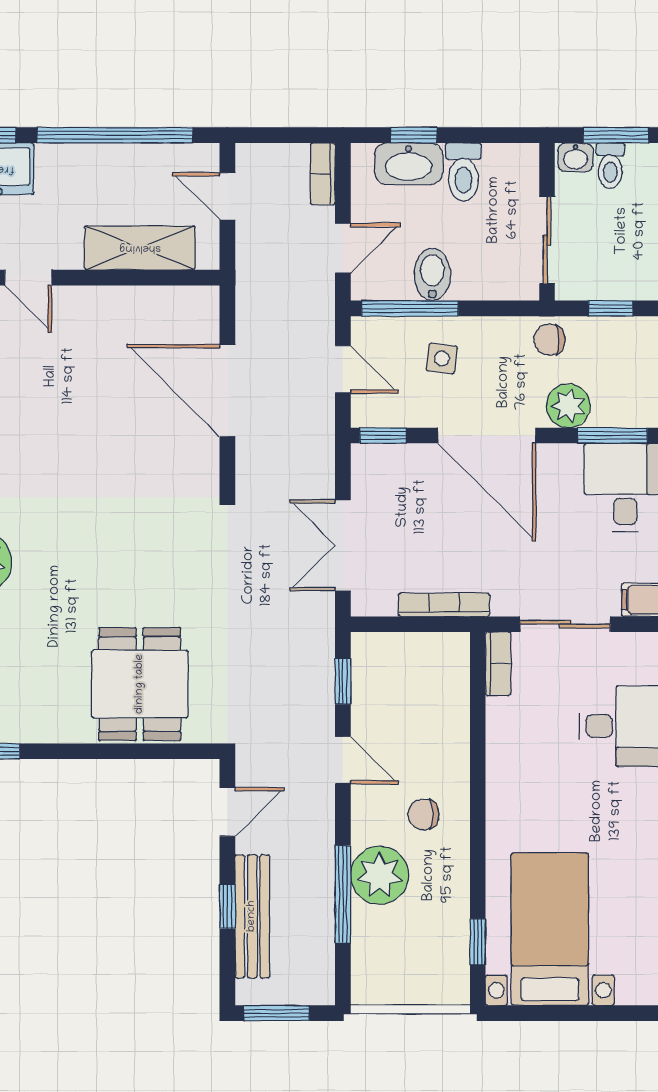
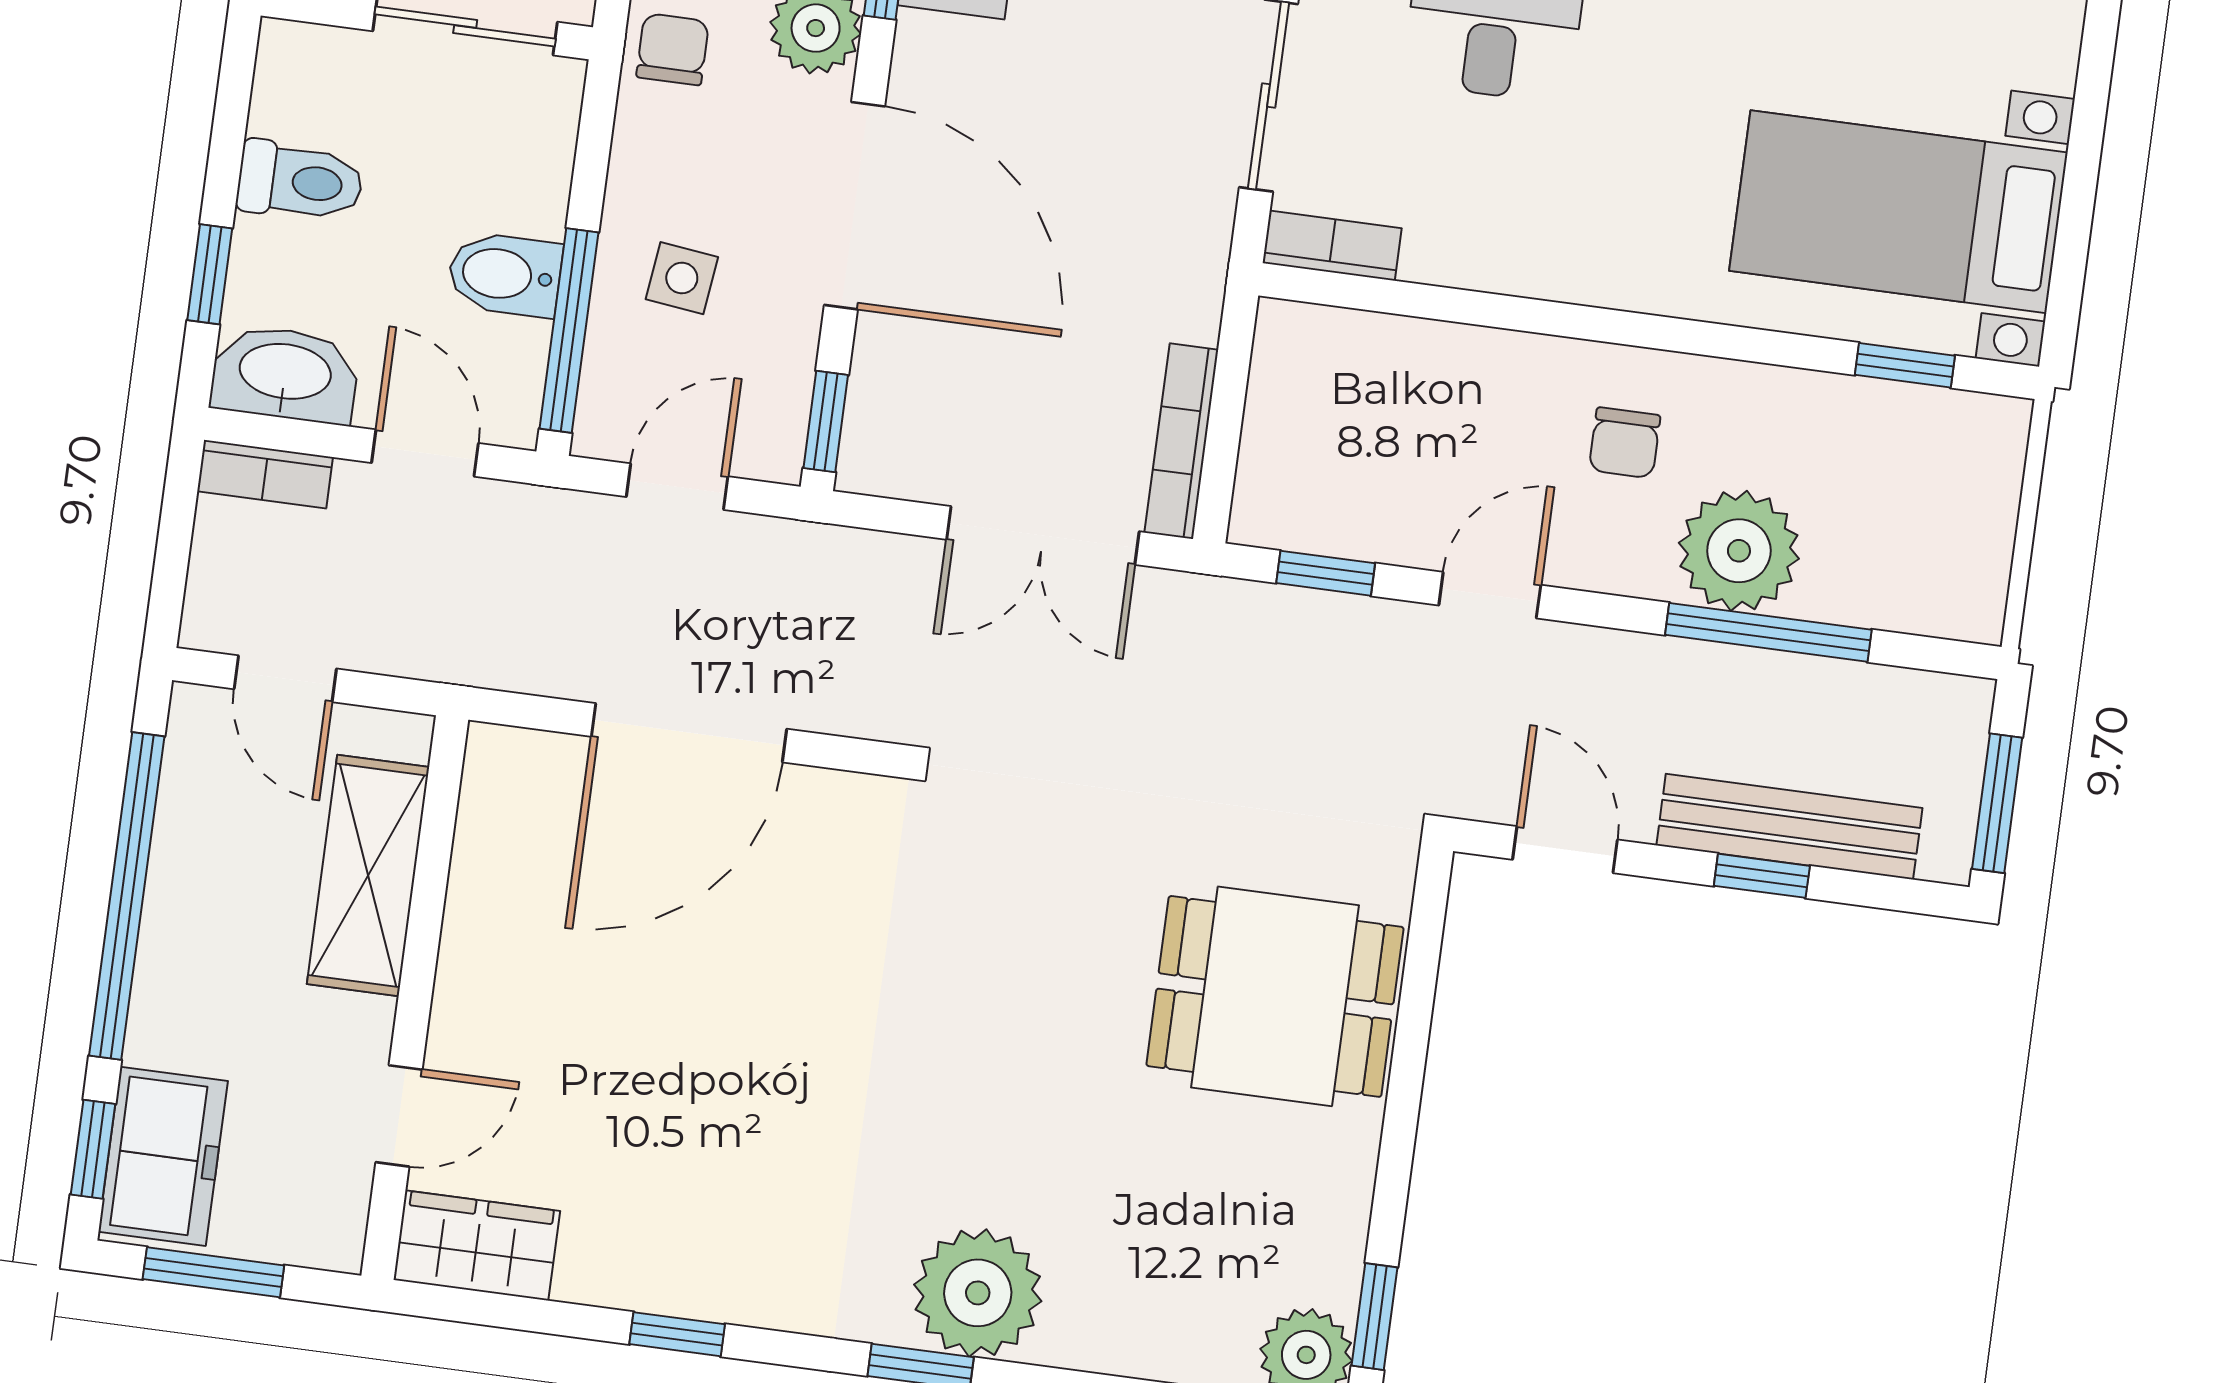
washbasin: (409, 164) -> (285, 374), moved, turned -90
door: (227, 196) -> (285, 679), hinge flipped
chair: (549, 340) -> (673, 49), turned 180
door: (487, 436) -> (855, 206), hinge flipped
bookcase: (444, 605) -> (1181, 441), moved

